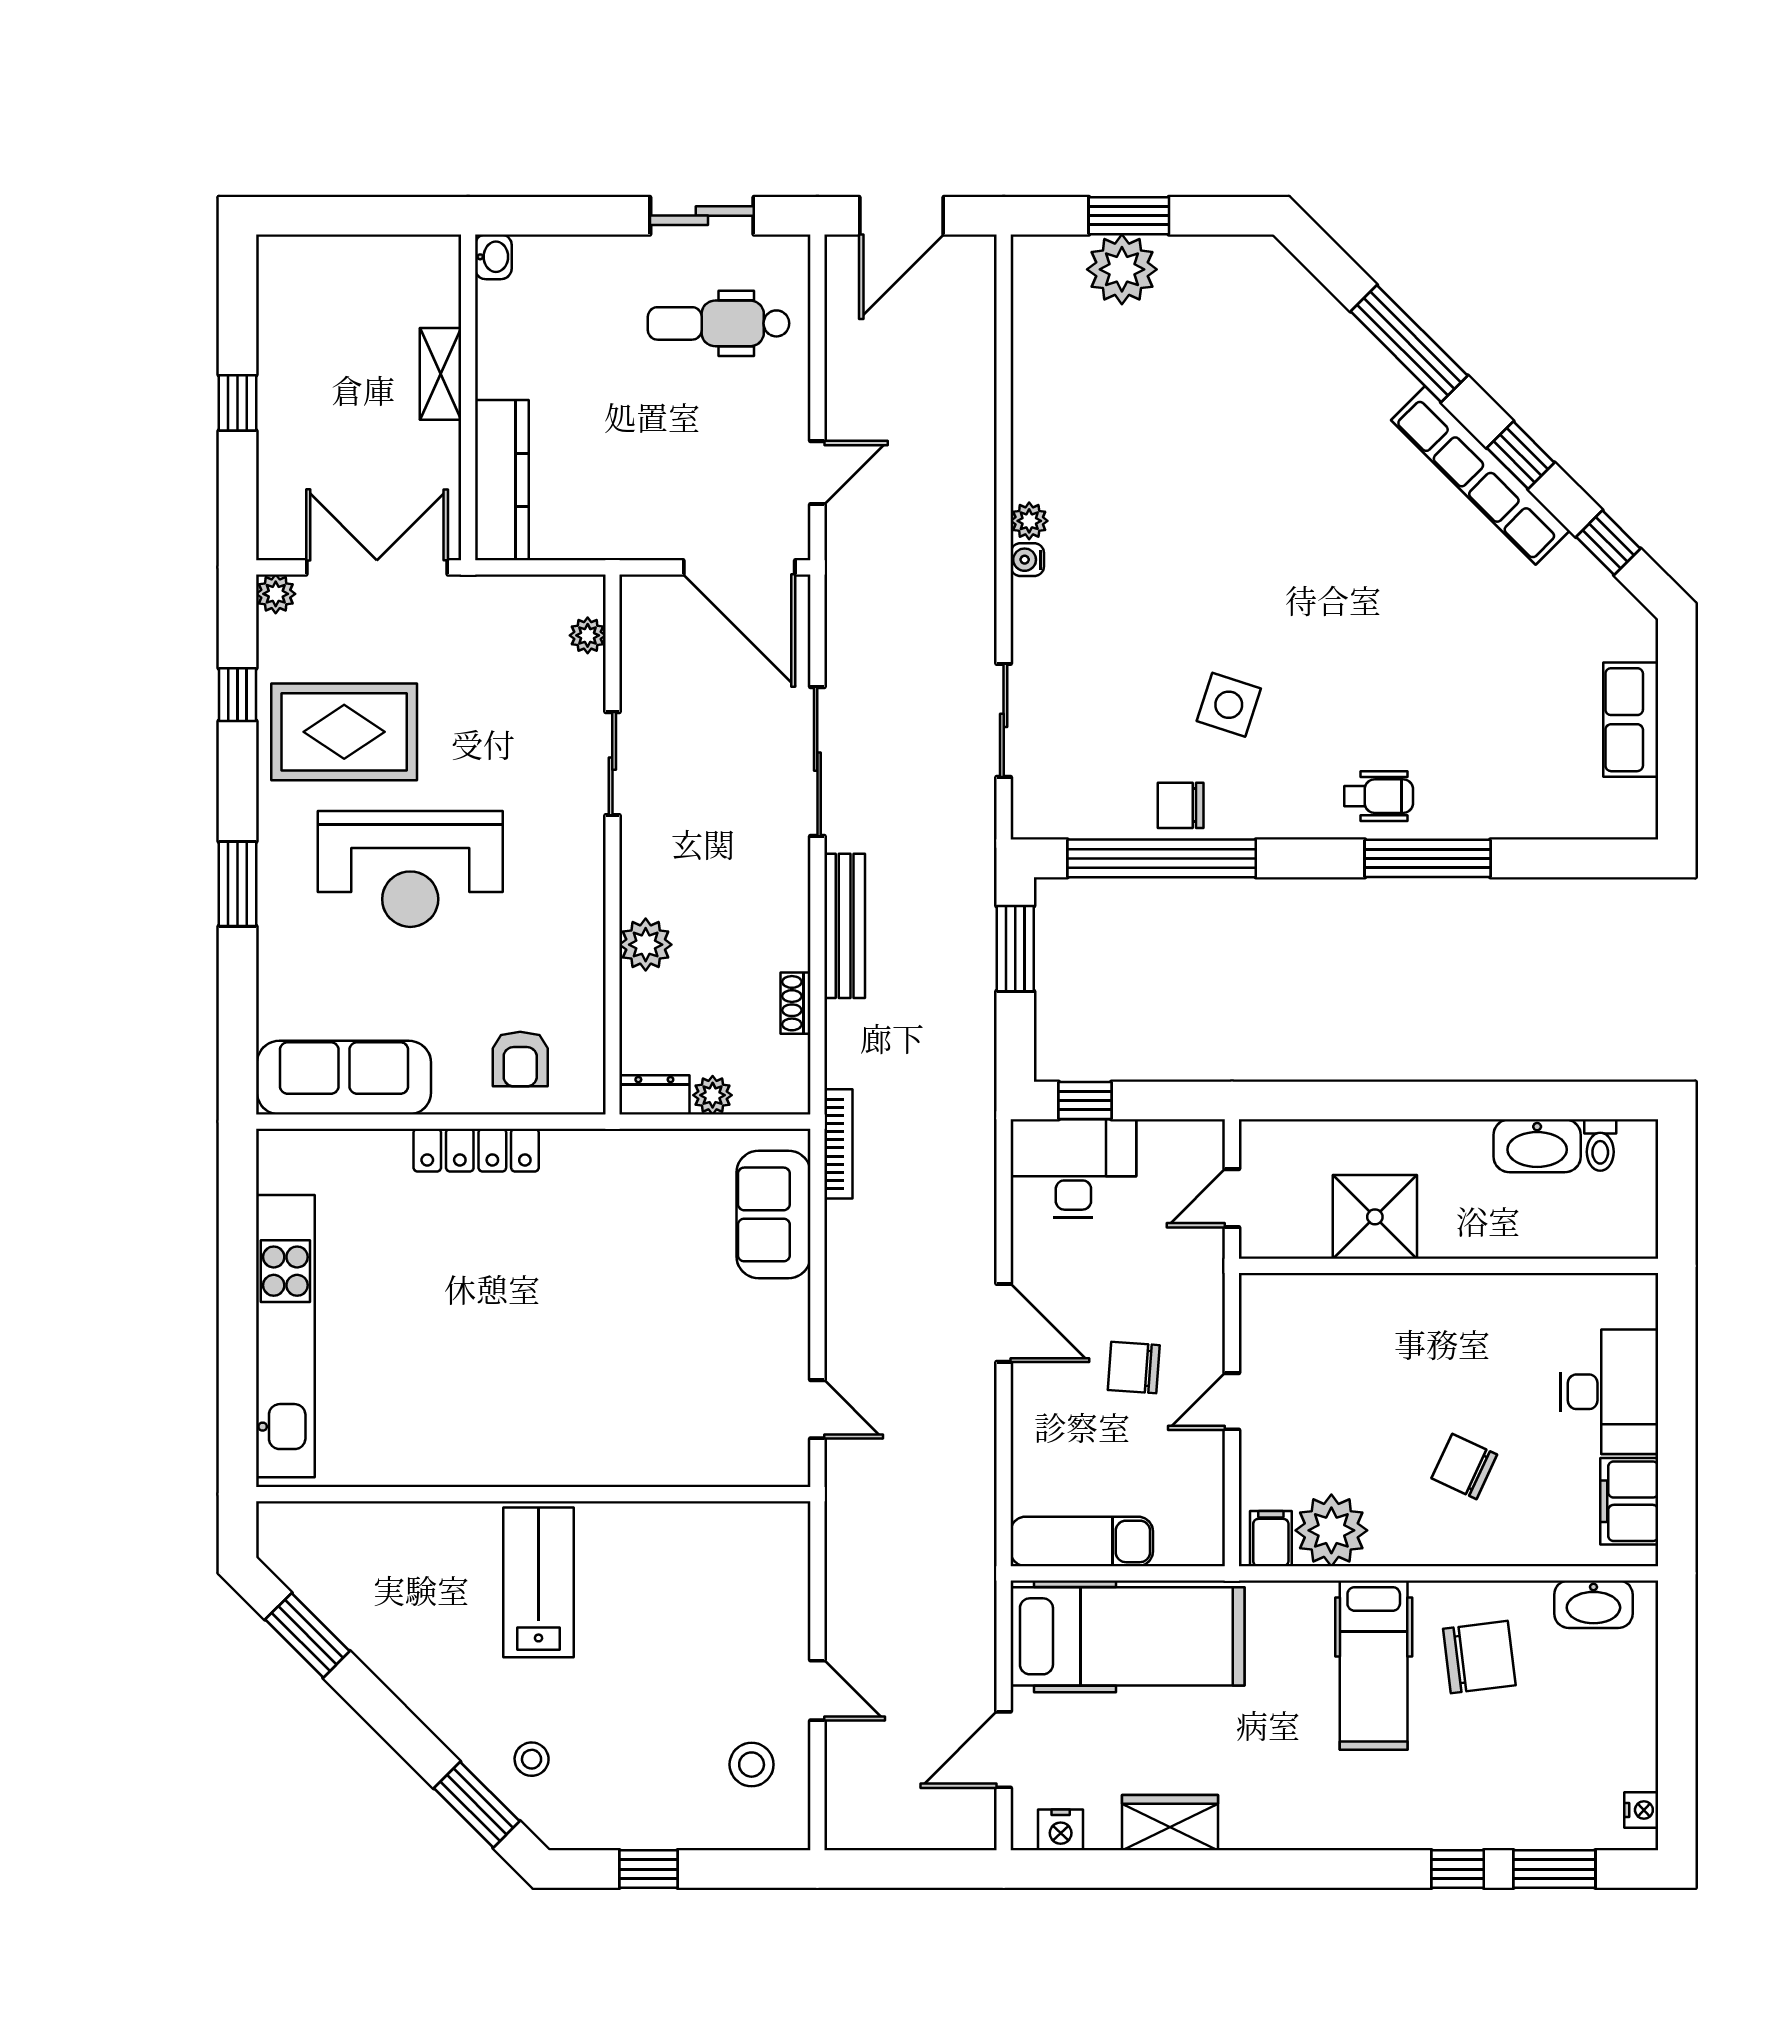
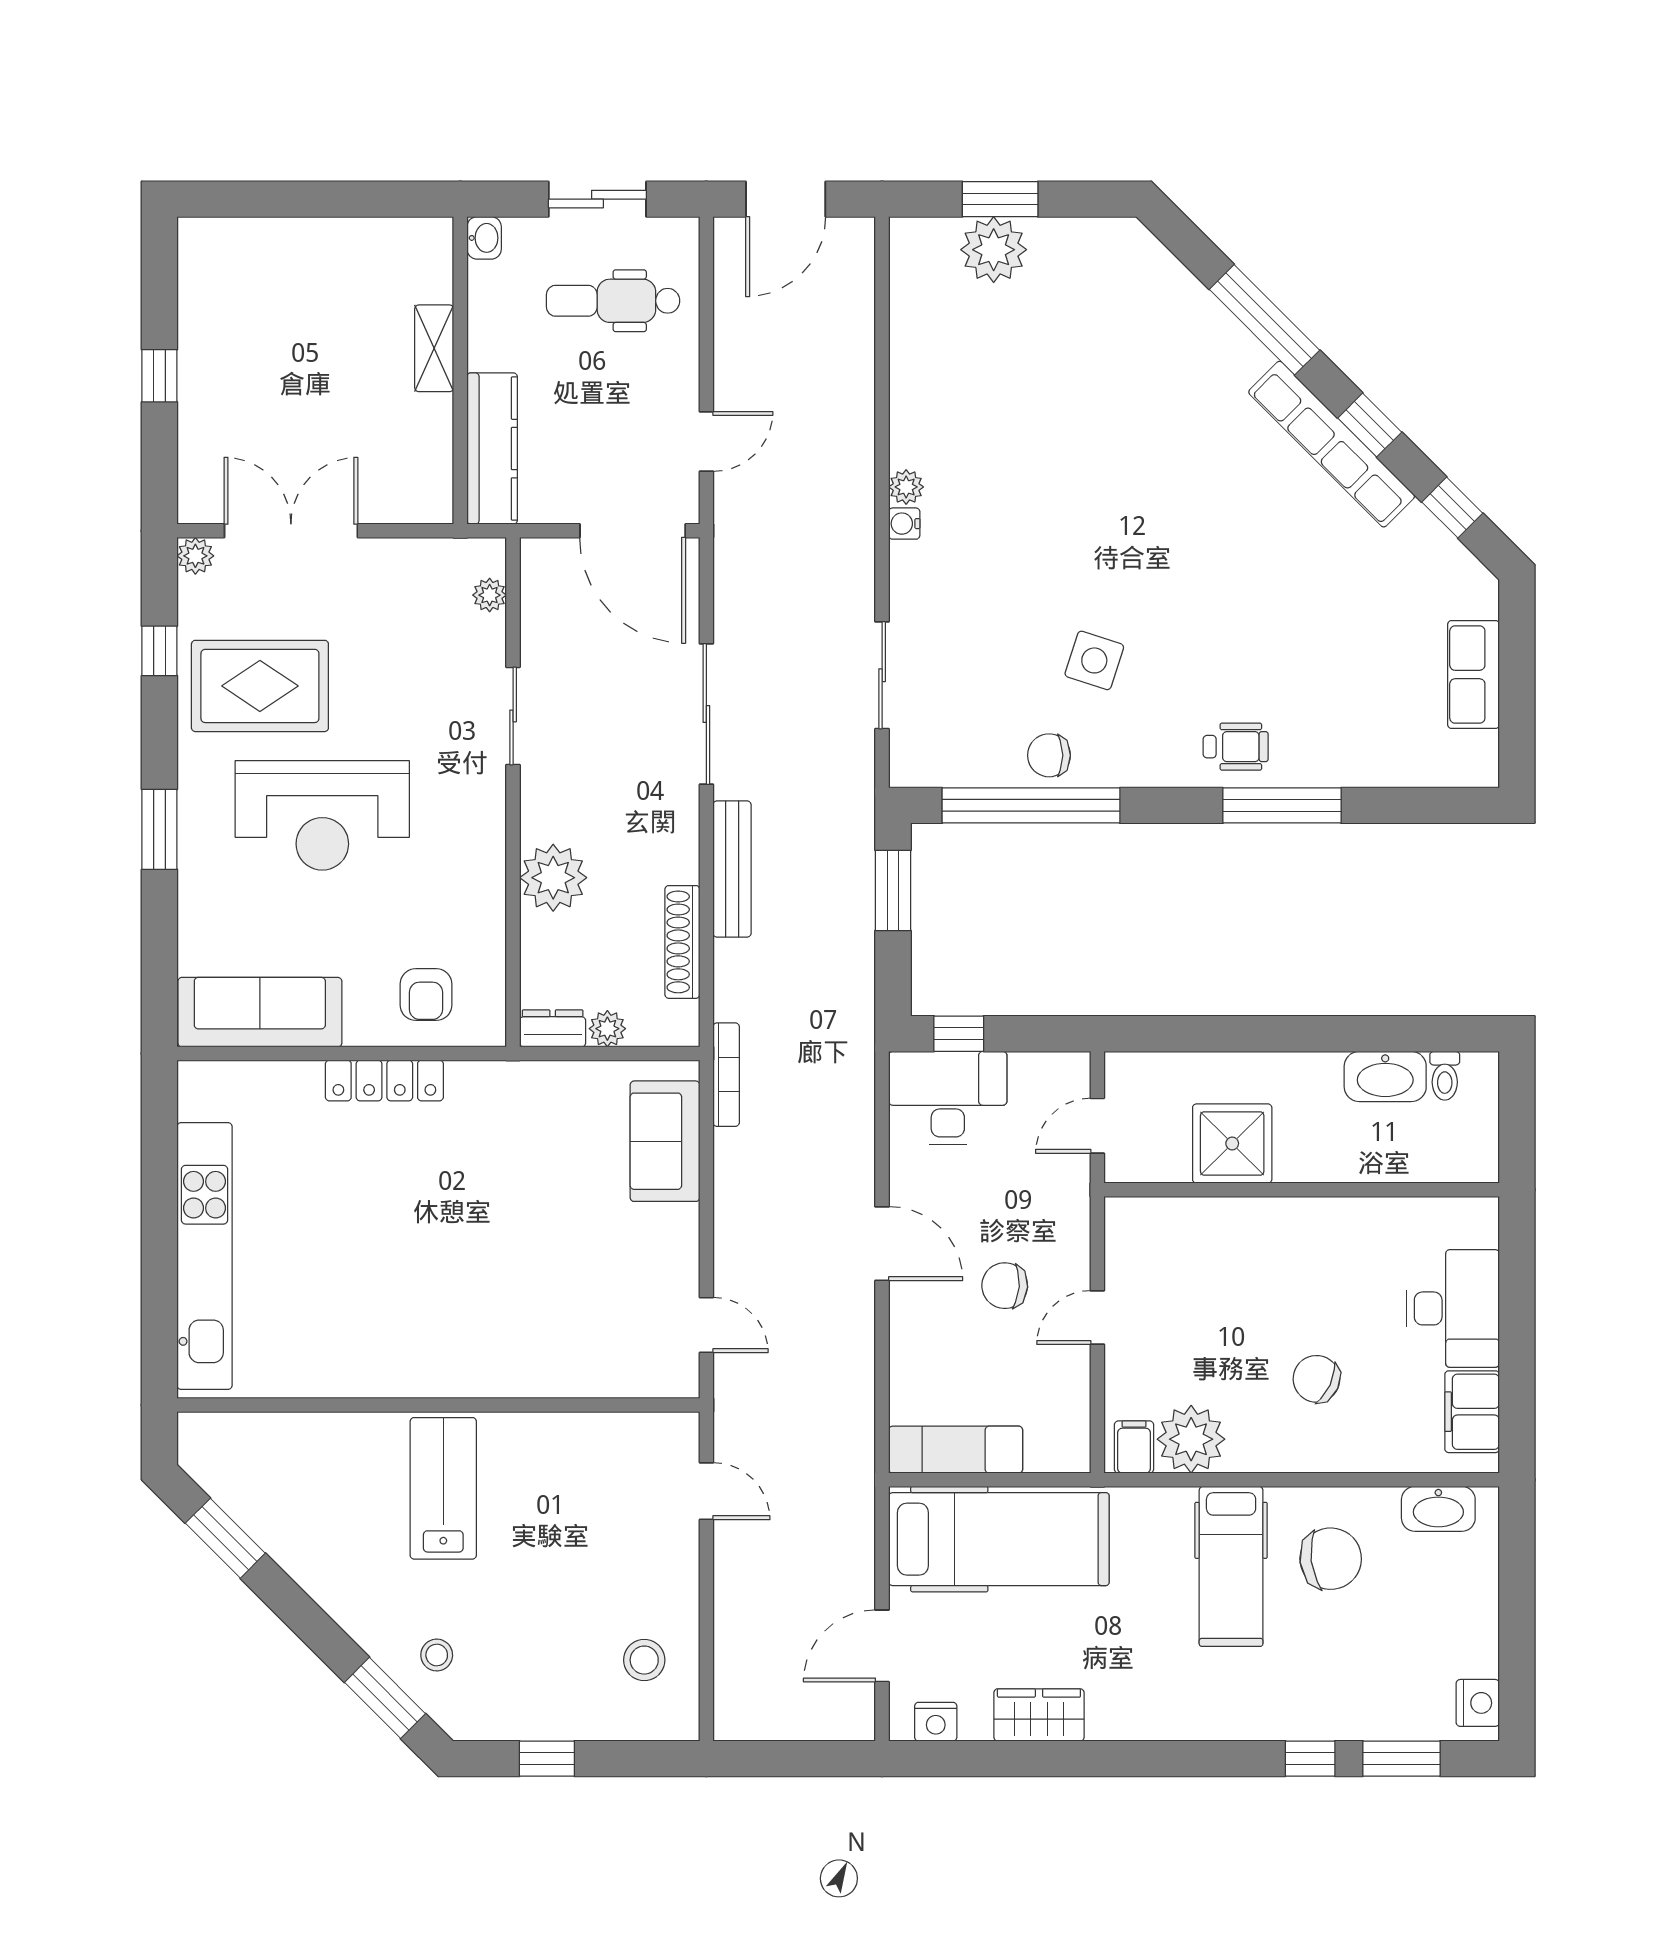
washbasin: (493, 257) -> (484, 238), moved
shelving: (440, 374) -> (434, 348), moved
wall: (468, 397) -> (460, 370), moved
kitchen counter: (502, 480) -> (492, 449), moved
plant: (646, 945) -> (553, 878), width x1.36, depth x1.36
shoe rack: (795, 1003) -> (682, 942), width x1.94, depth x1.24
door: (817, 1690) -> (706, 1491), moved
nightstand: (1641, 1810) -> (1478, 1703), width x1.39, depth x1.35

